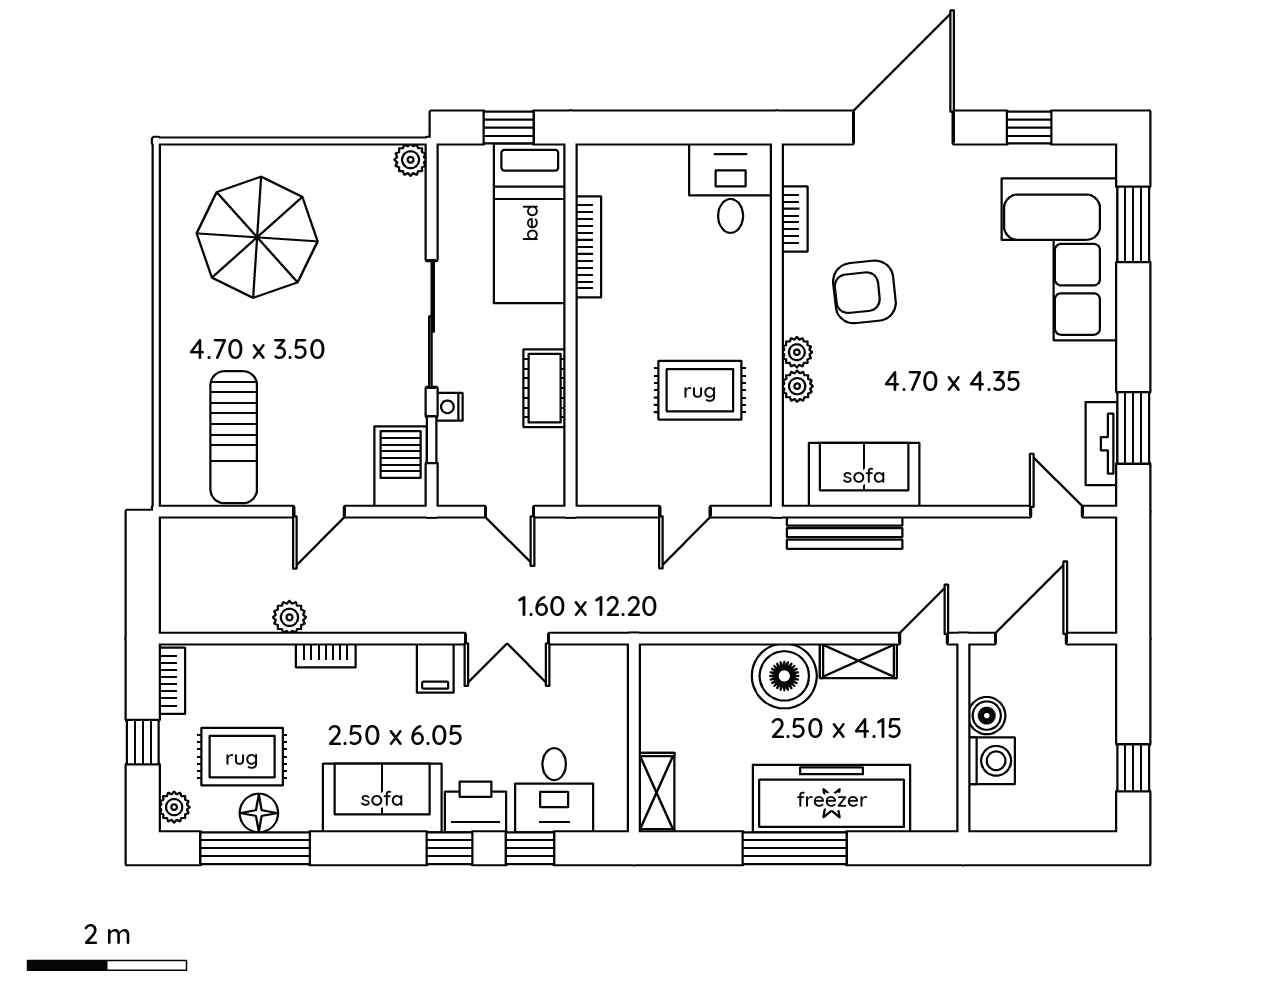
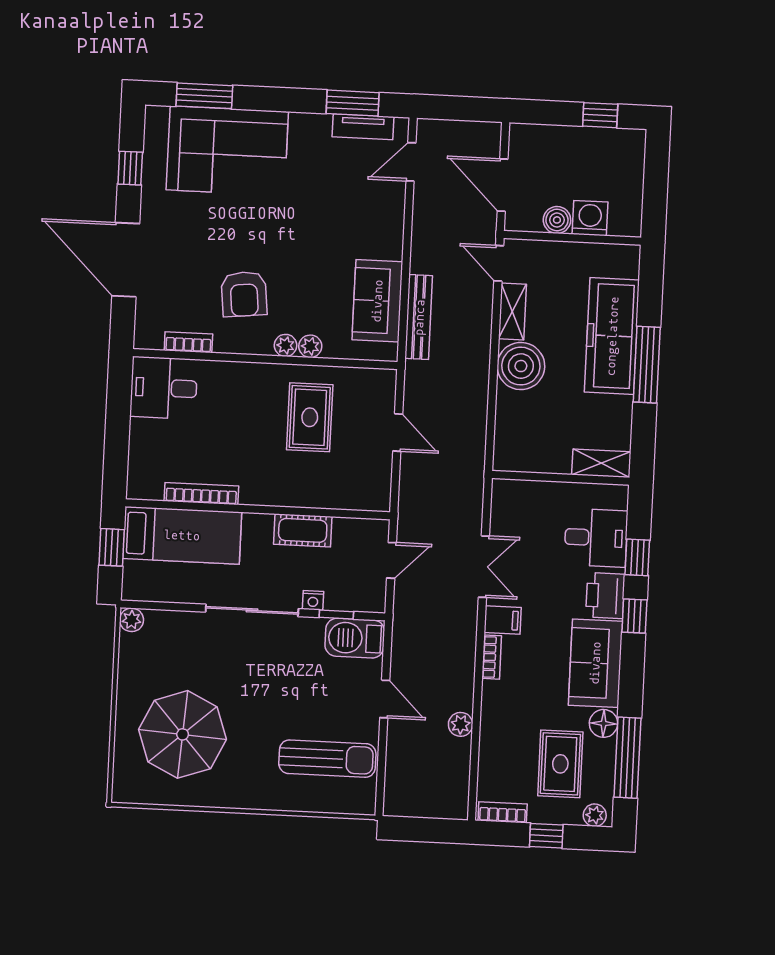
bookcase: (326, 655) -> (492, 657), moved
floor lamp: (259, 813) -> (604, 723), moved

